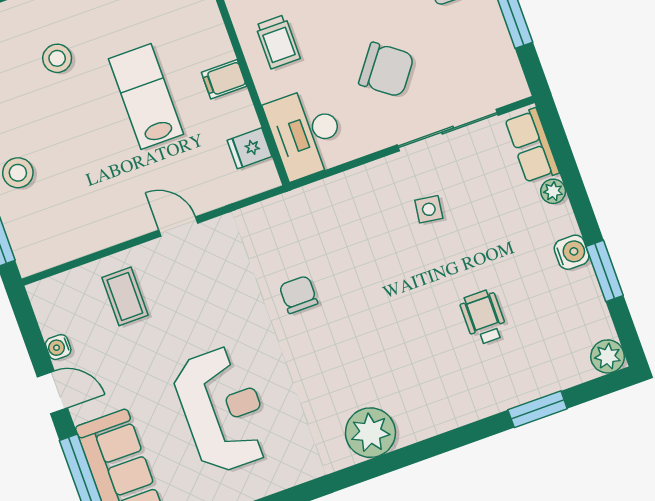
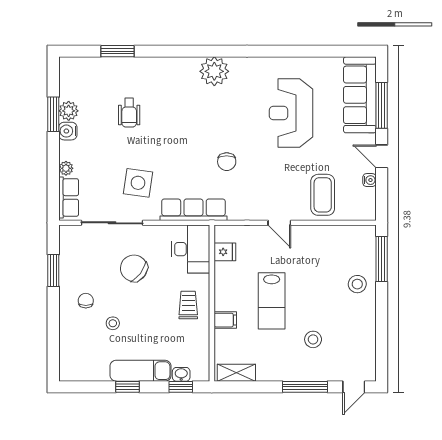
filing cabinet: (224, 79) -> (225, 320), moved
row of seats: (324, 198) -> (193, 210), added
side table: (429, 209) -> (138, 183), width x1.87, depth x1.87
coffee table: (125, 296) -> (323, 195), width x1.36, depth x1.30
plant: (608, 356) -> (69, 111), moved

